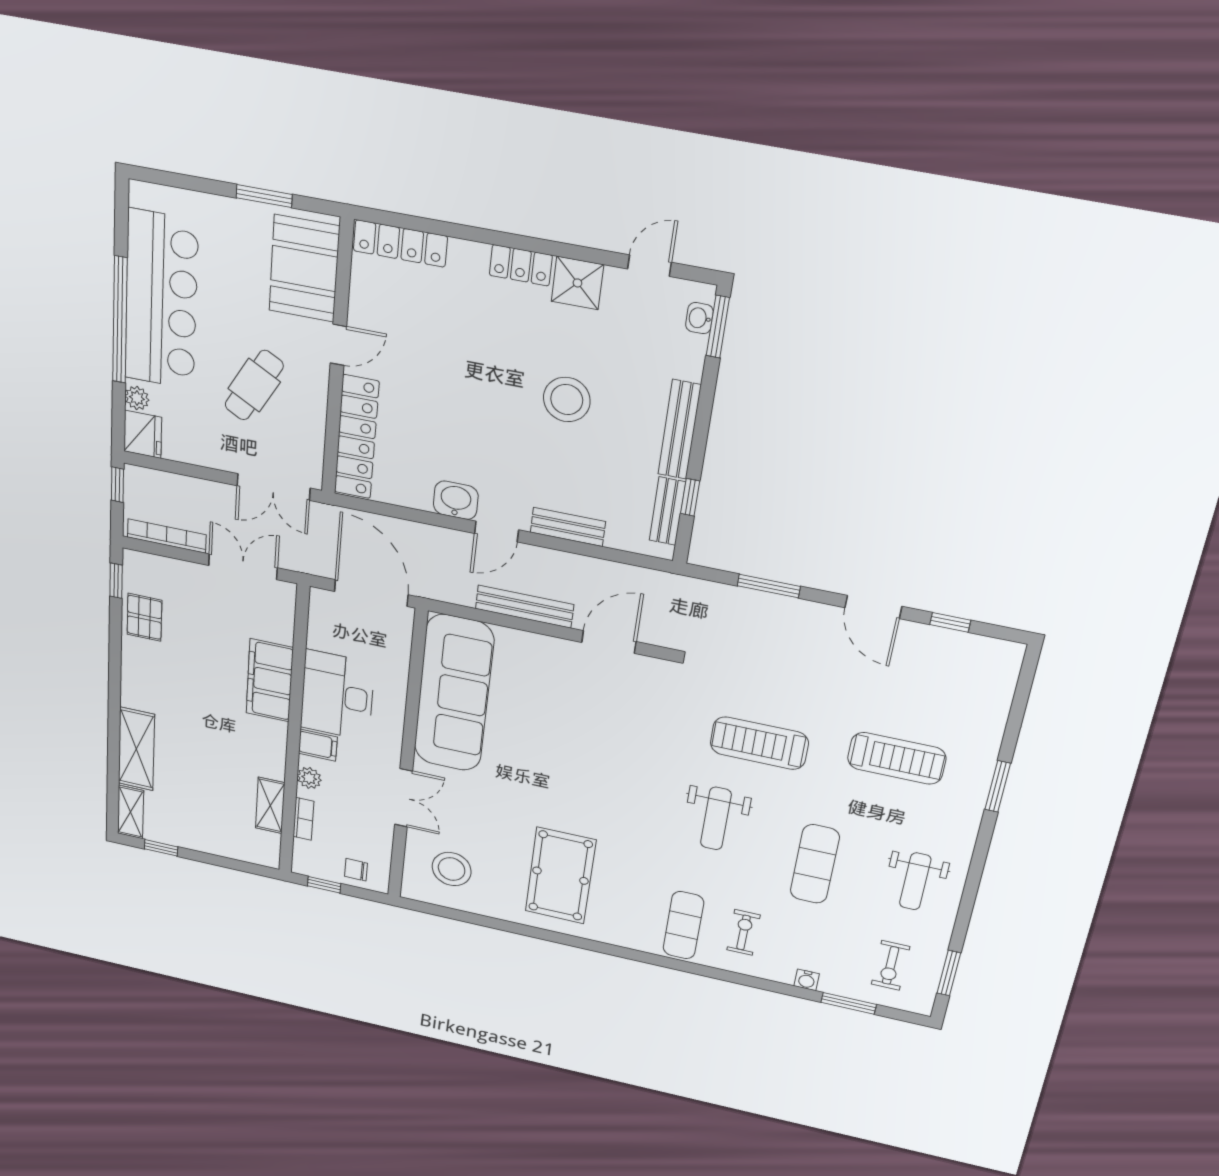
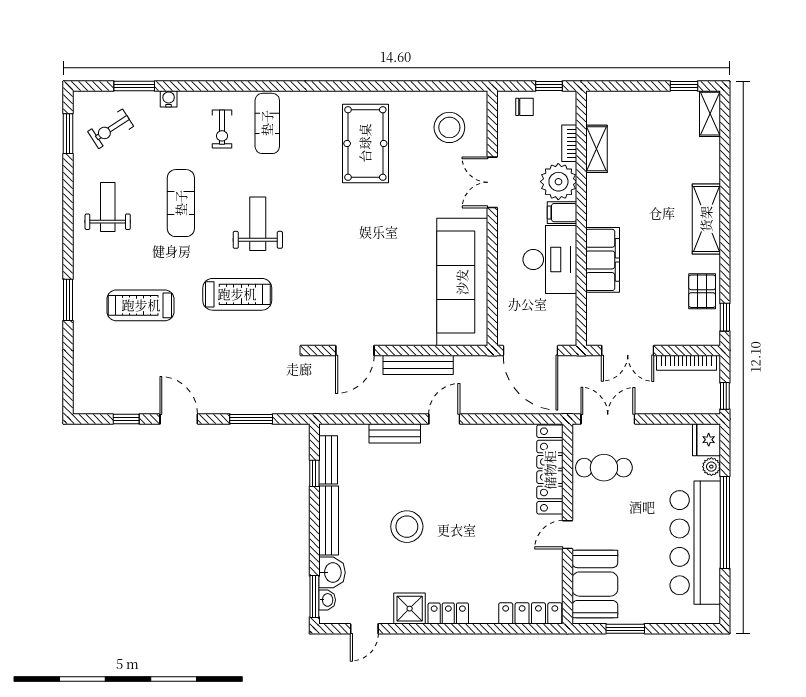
cafe table: (254, 385) -> (604, 468), moved, turned 61
washbasin: (456, 500) -> (332, 572), moved, turned -90
shelving: (136, 749) -> (706, 219), moved
plant: (309, 778) -> (558, 182), width x1.87, depth x1.87
exercise bike: (891, 965) -> (111, 129), turned -123

